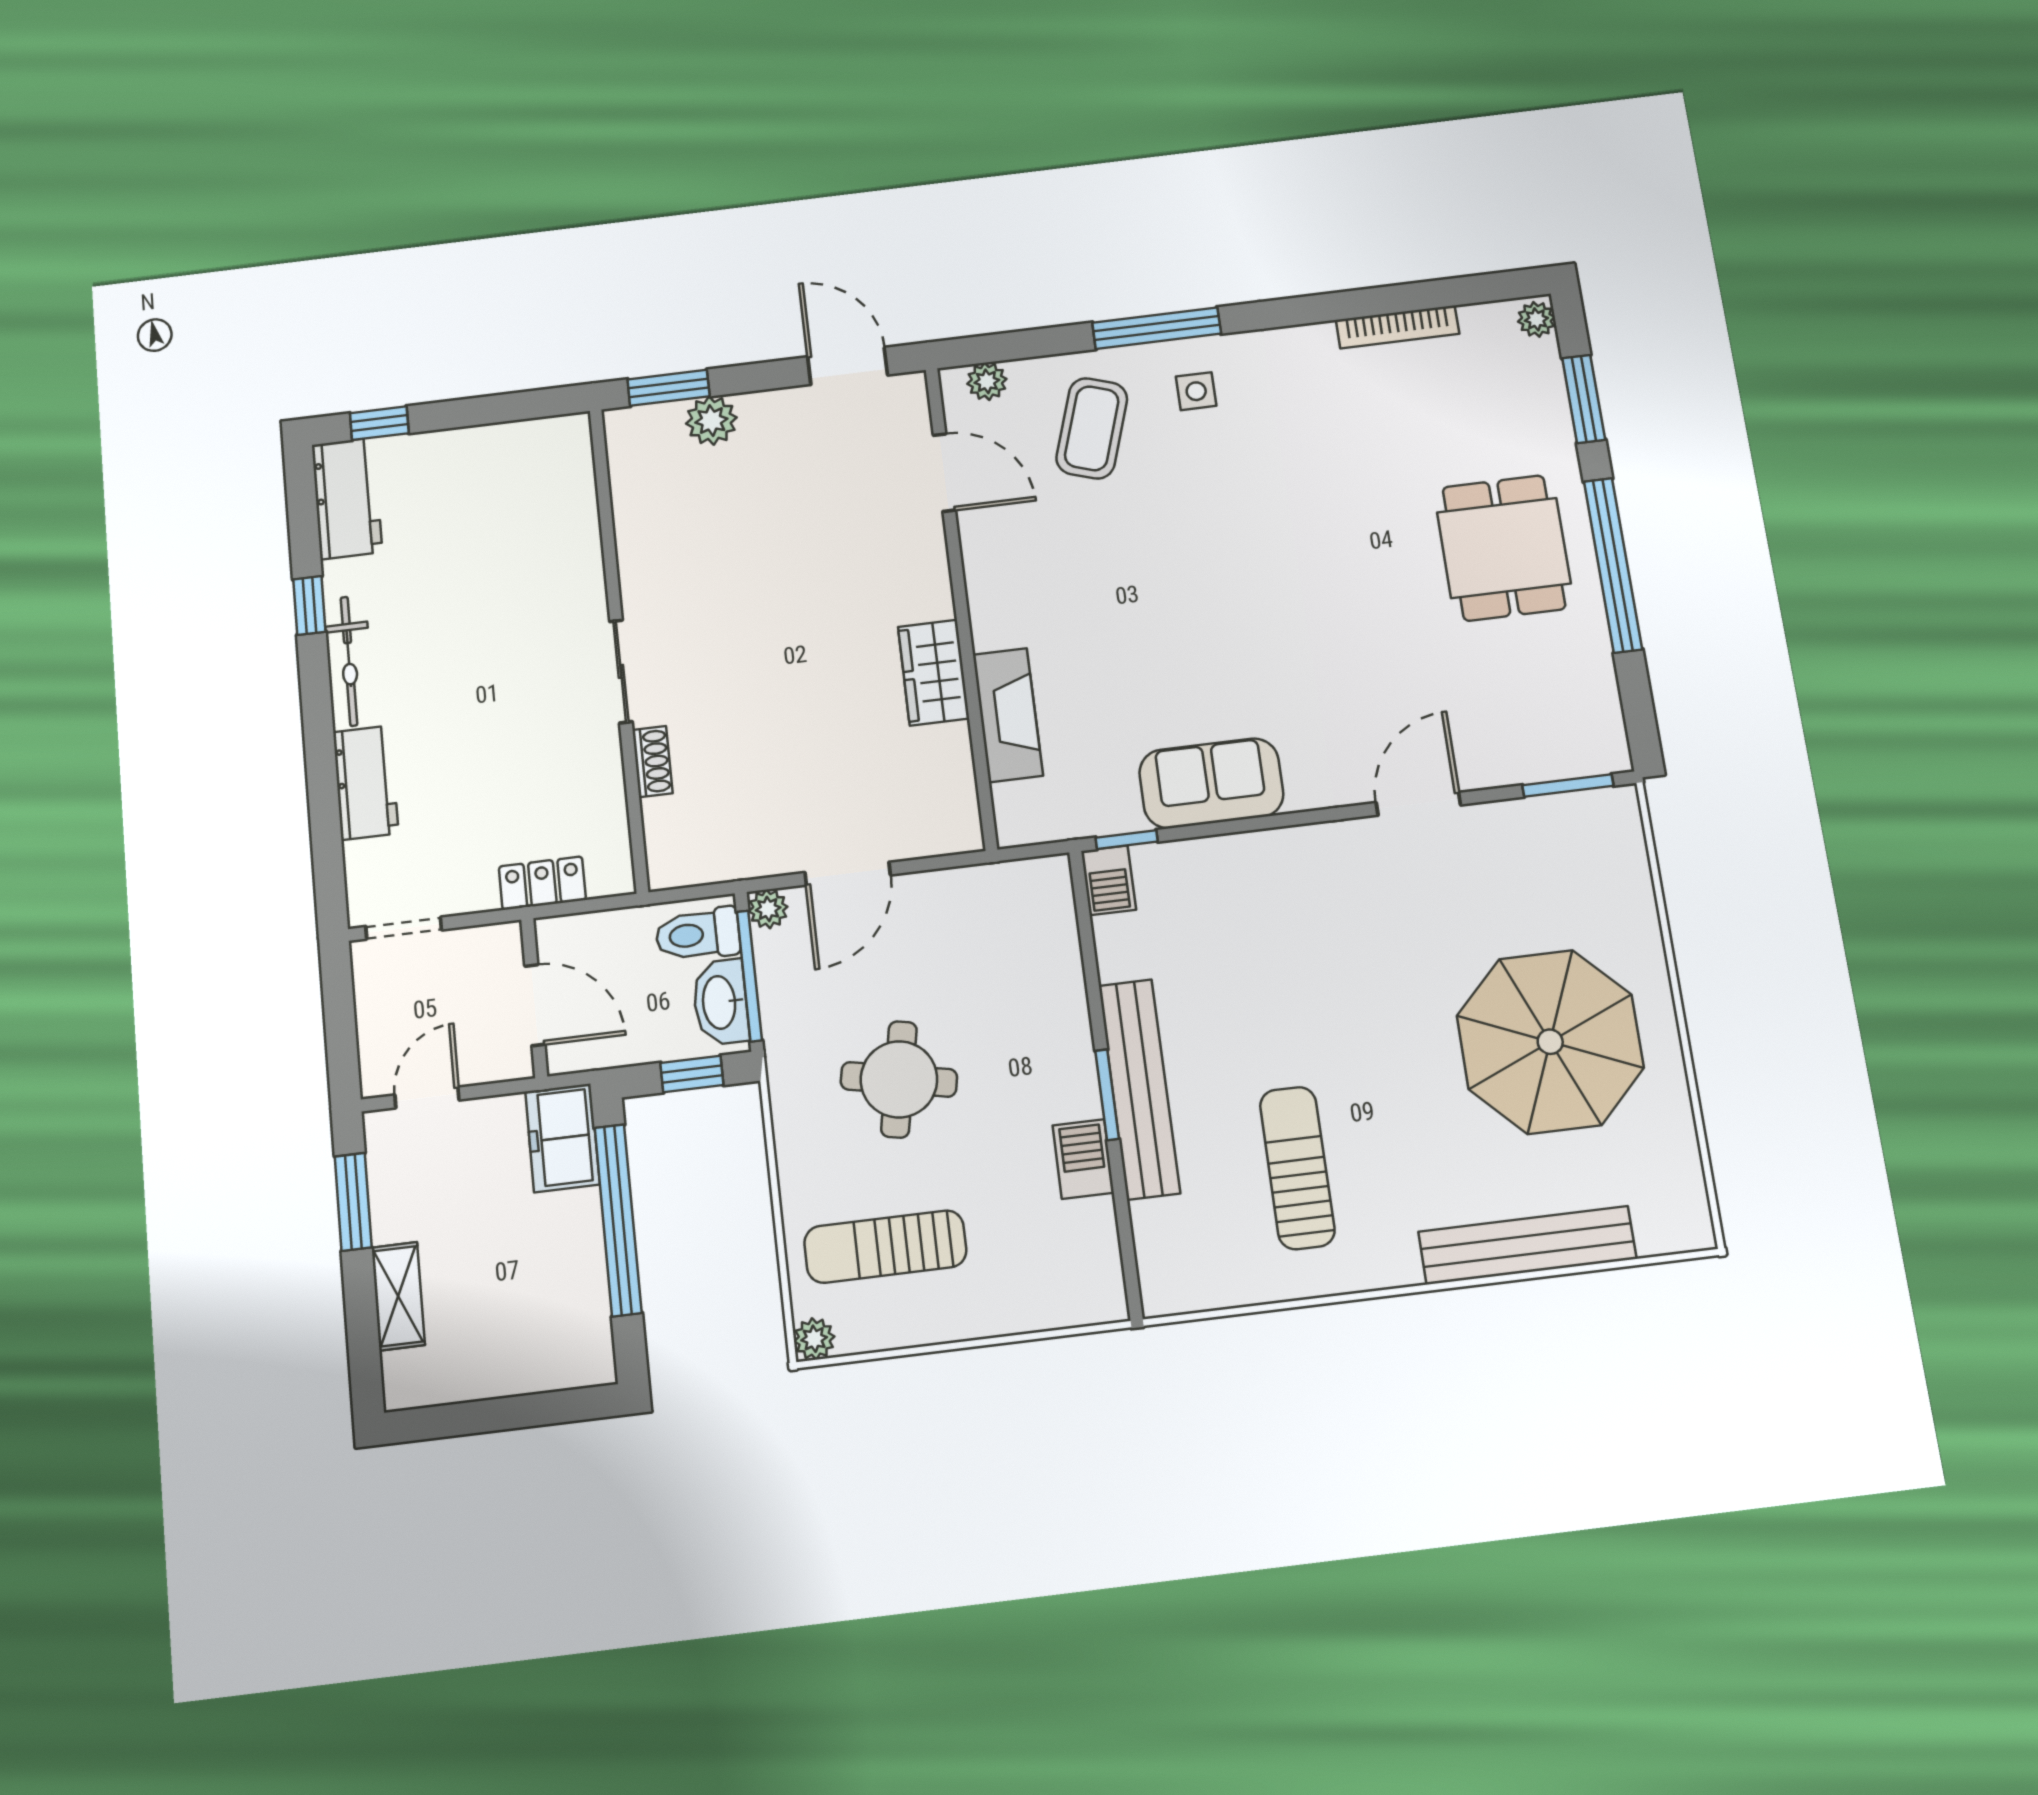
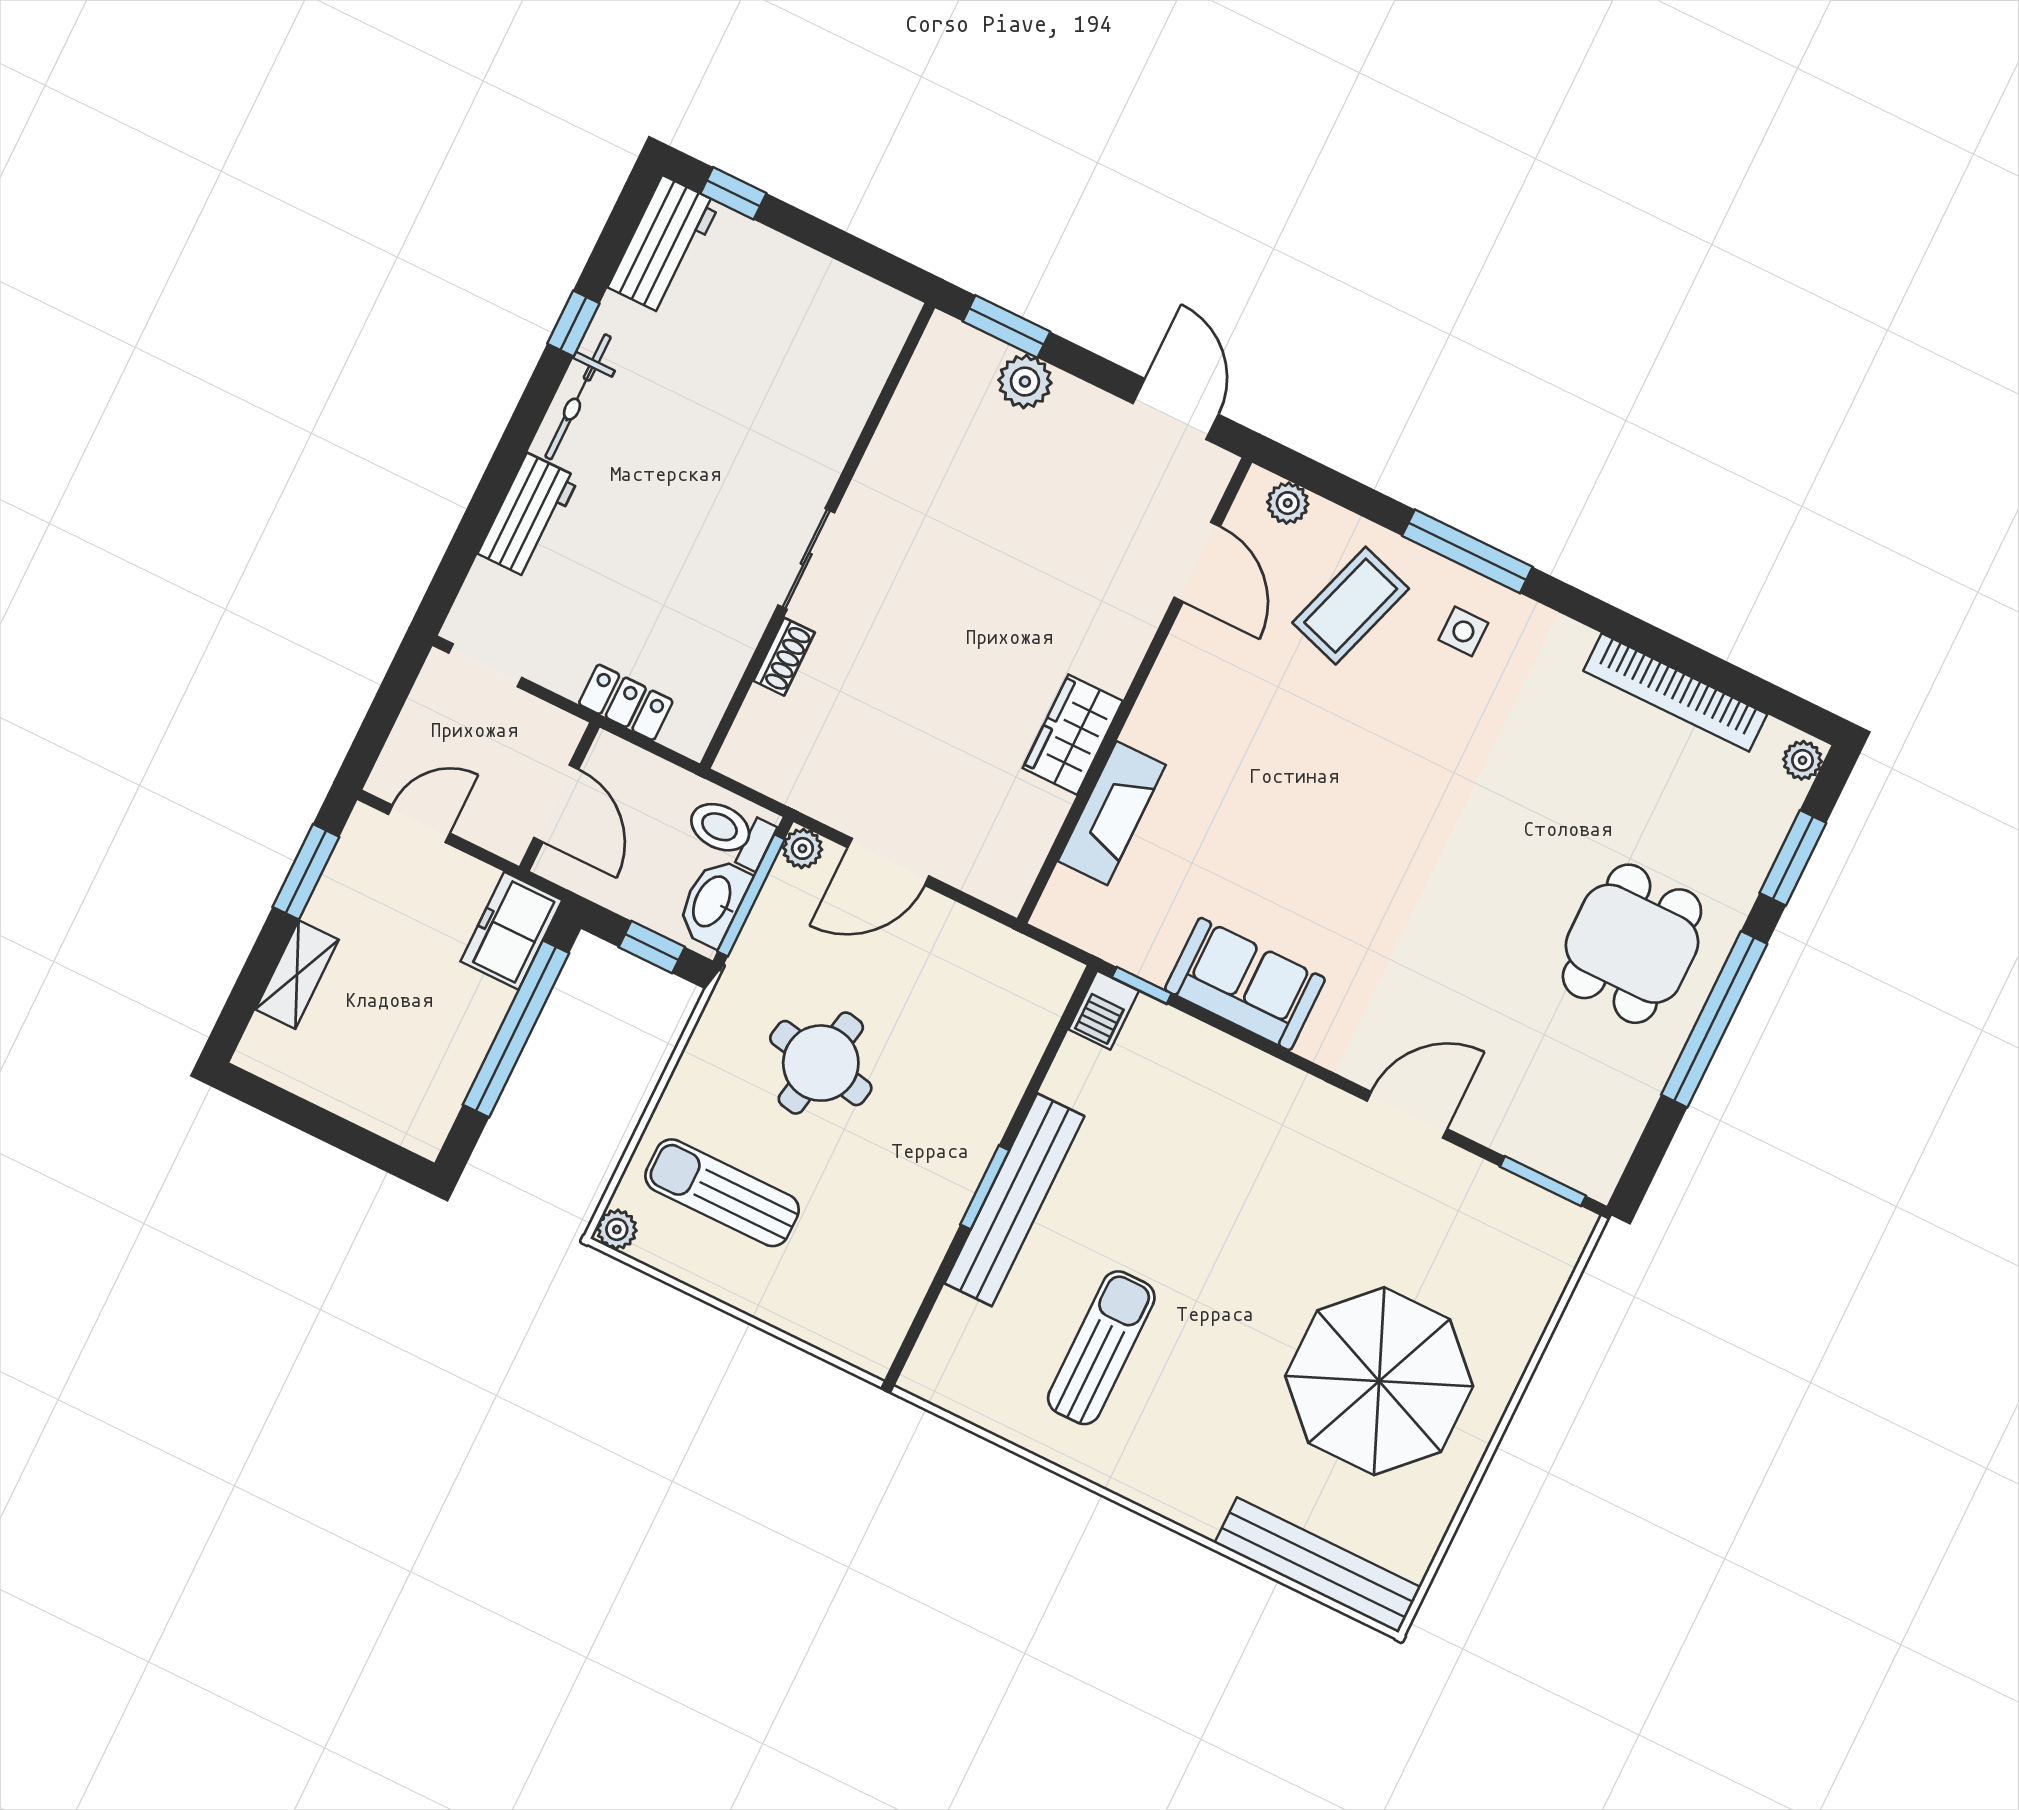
bookcase: (1397, 327) -> (1675, 692), width x1.48, depth x1.31
barbecue: (1083, 1159) -> (930, 1227), removed
bench: (1527, 1245) -> (1318, 1565), moved

